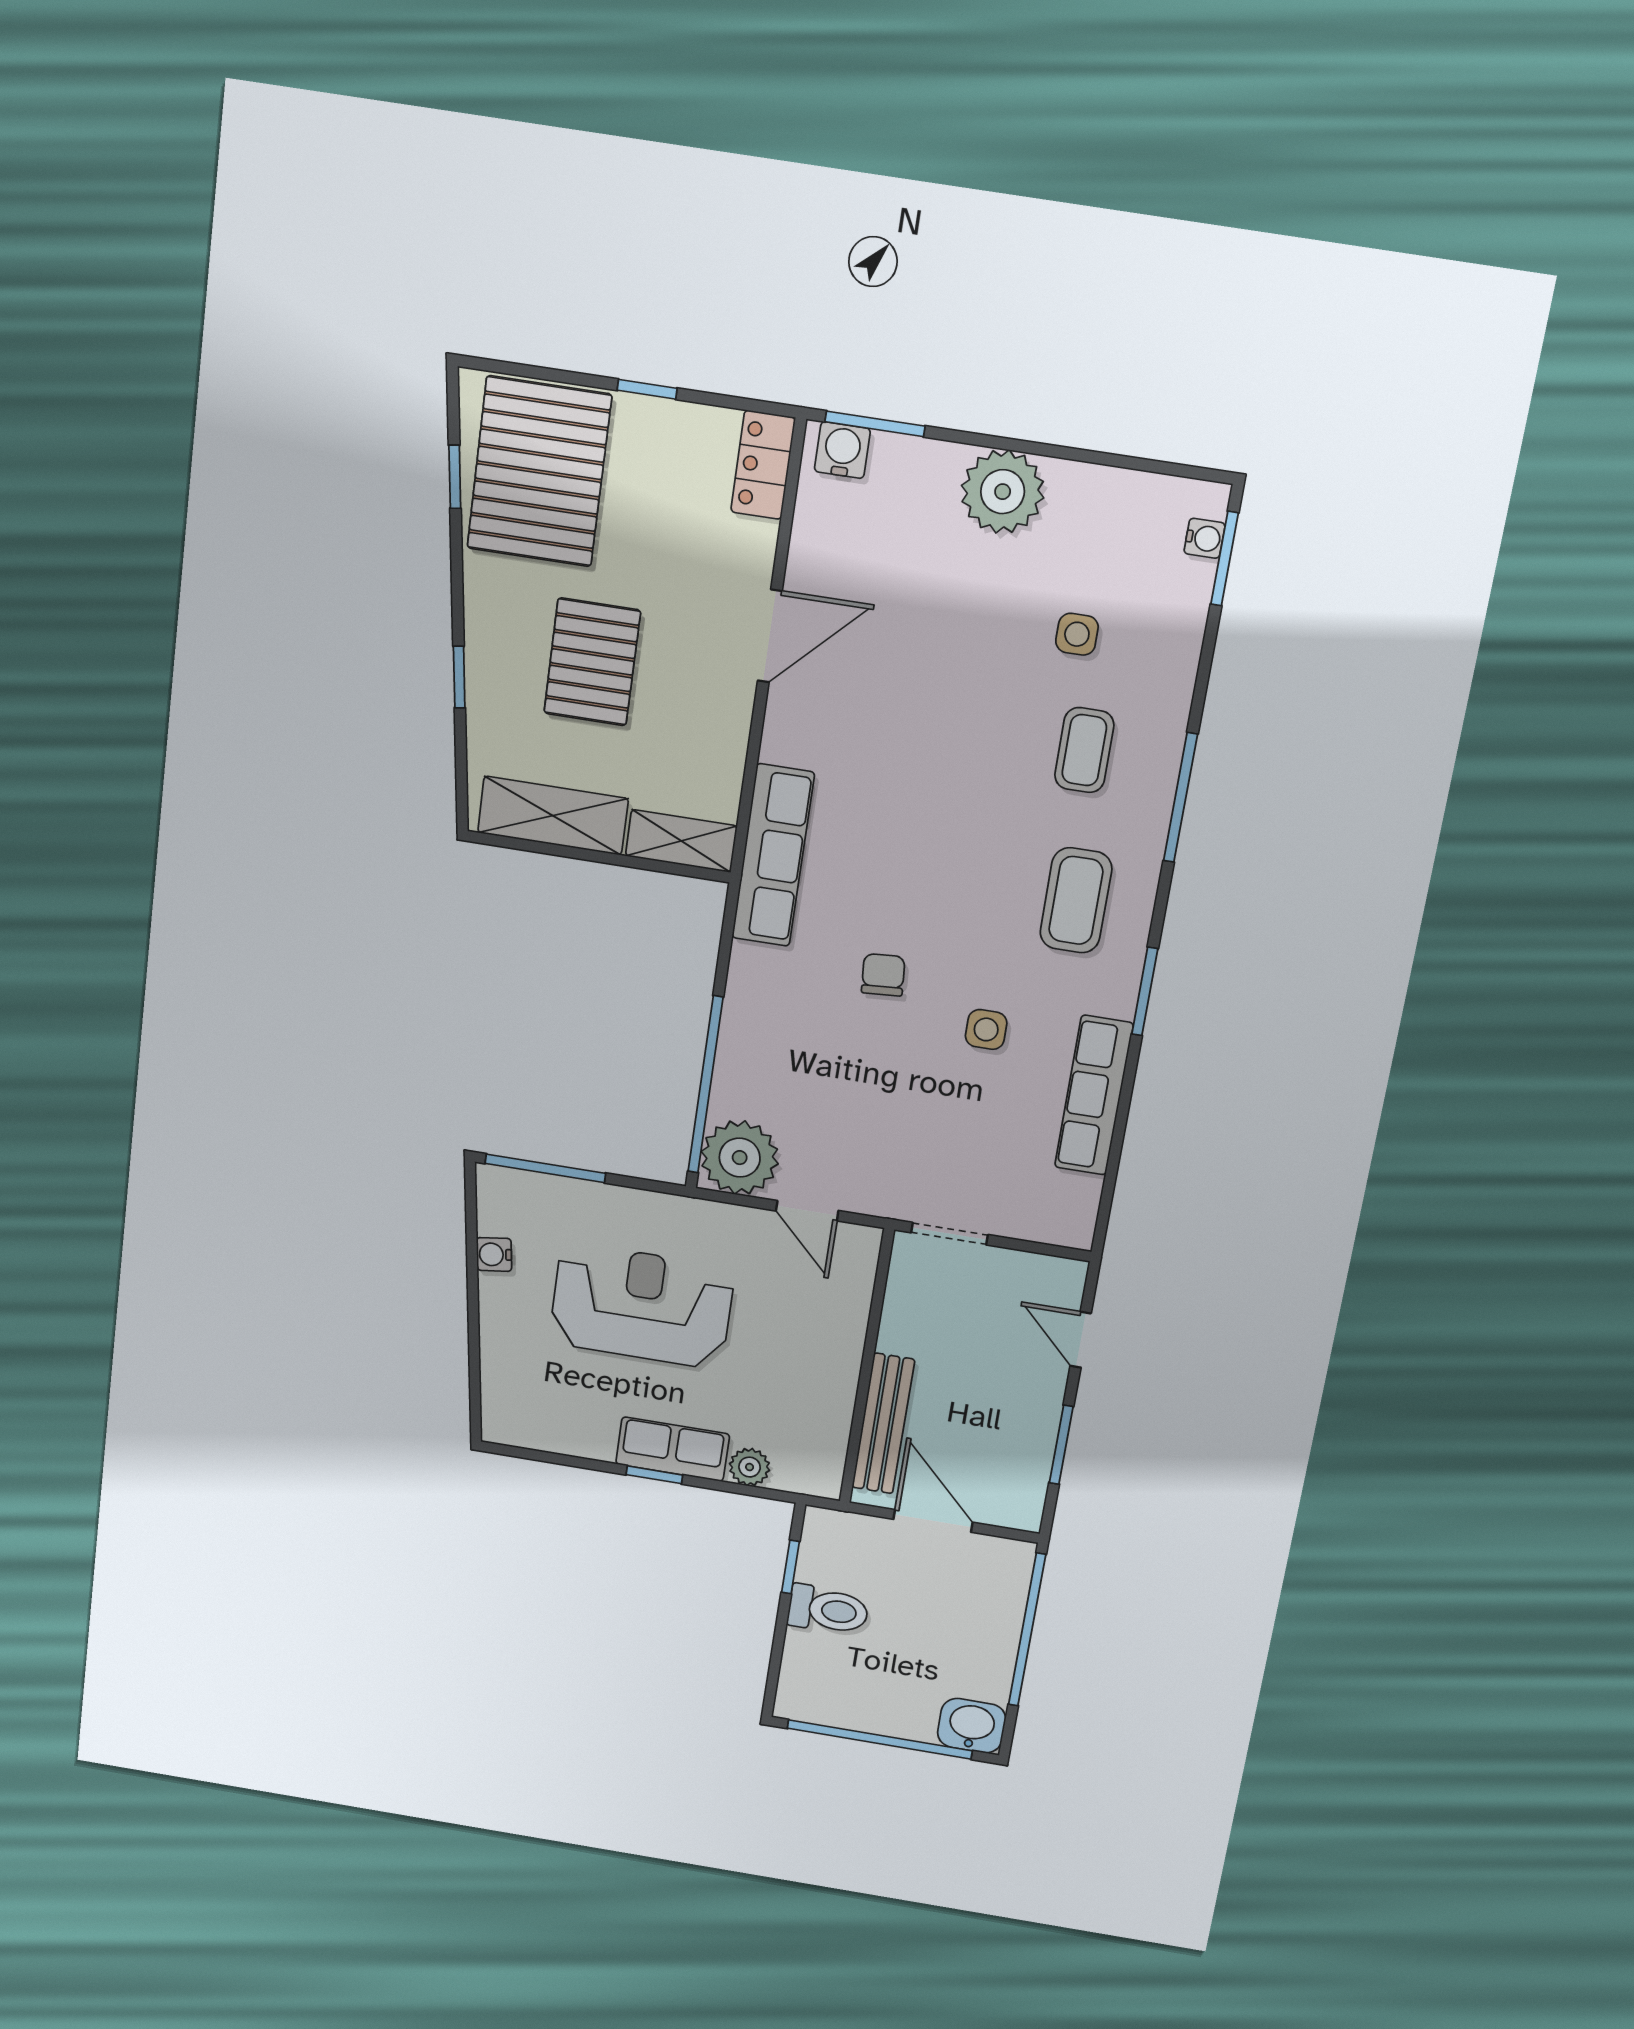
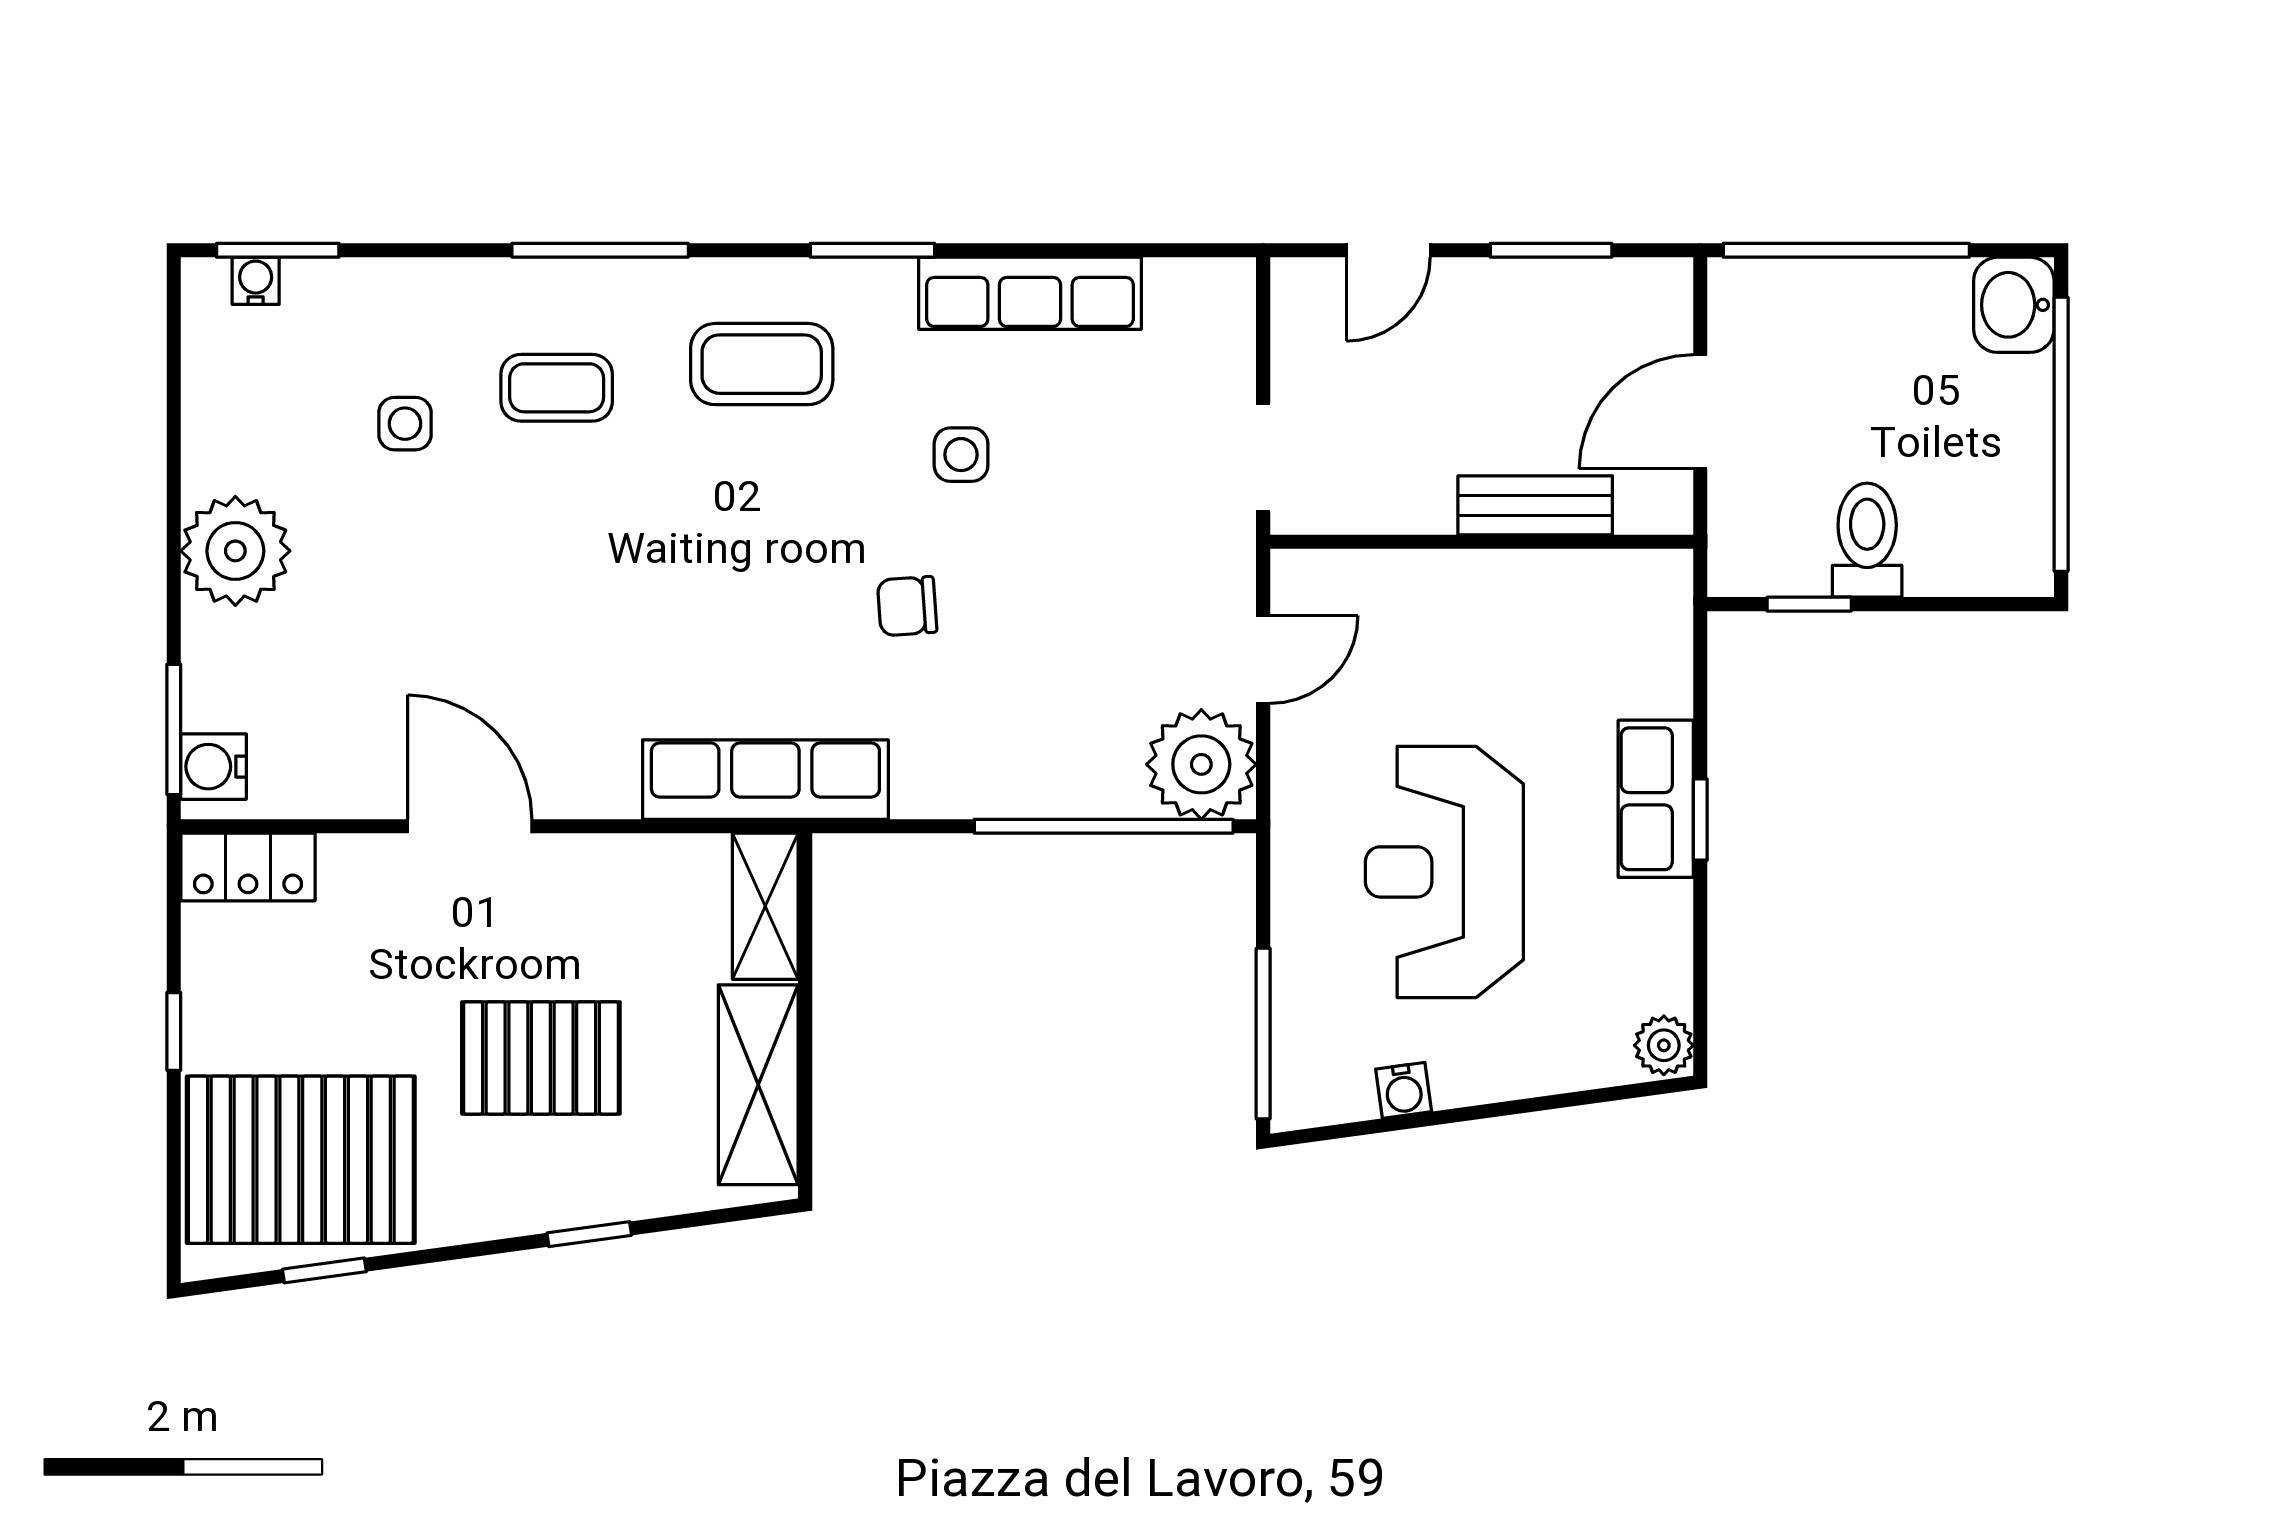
bench: (883, 1424) -> (1535, 505), width x0.73
plant: (750, 1467) -> (1664, 1045), moved

